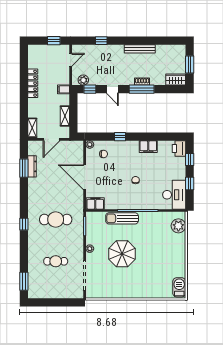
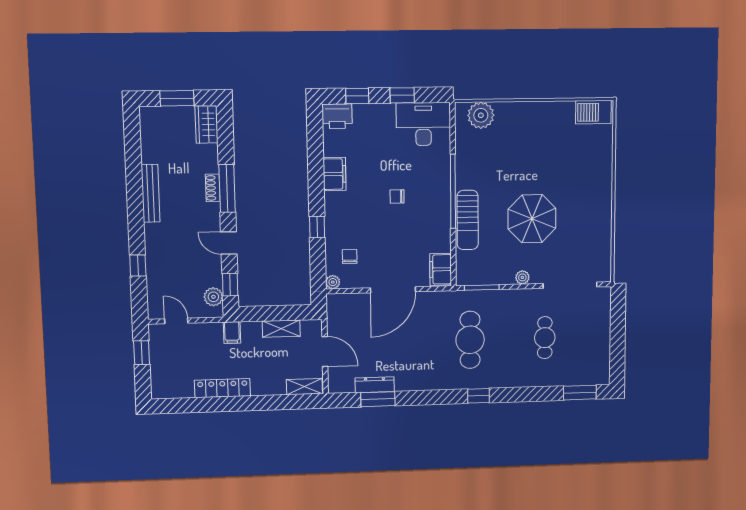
door: (112, 89) -> (229, 243), swing flipped

